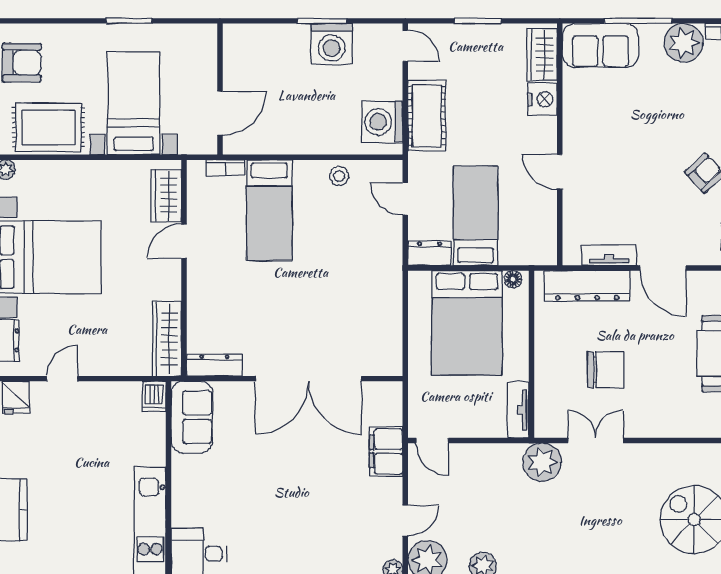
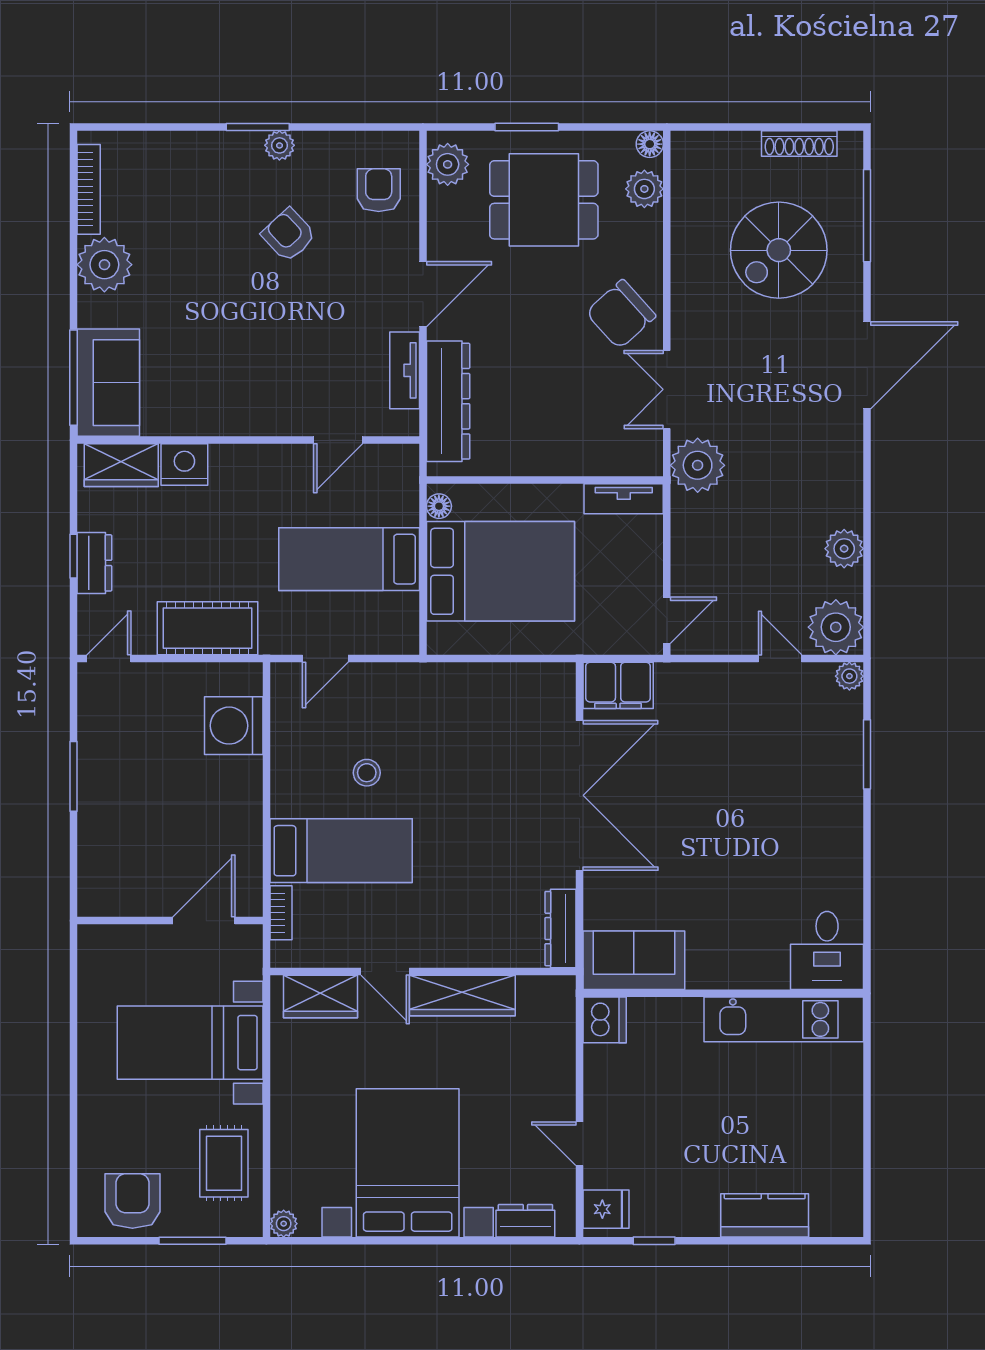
window: (129, 21) -> (73, 1049), removed
window: (478, 21) -> (73, 556), width x0.67
window: (638, 21) -> (73, 378), moved
washing machine: (332, 44) -> (106, 763), removed
door: (220, 113) -> (204, 921), hinge flipped
washing machine: (382, 122) -> (234, 726), moved, turned 90
rug: (48, 127) -> (224, 1163), width x0.73, depth x0.70
door: (560, 172) -> (338, 440), moved
stool: (339, 176) -> (367, 773), moved
dresser: (430, 253) -> (94, 563), moved, turned 180
wardrobe: (167, 339) -> (462, 996), moved
chair: (606, 370) -> (621, 314), moved, turned -132
dishwasher: (154, 396) -> (605, 1020), width x1.38
filing cabinet: (386, 451) -> (618, 685), moved

